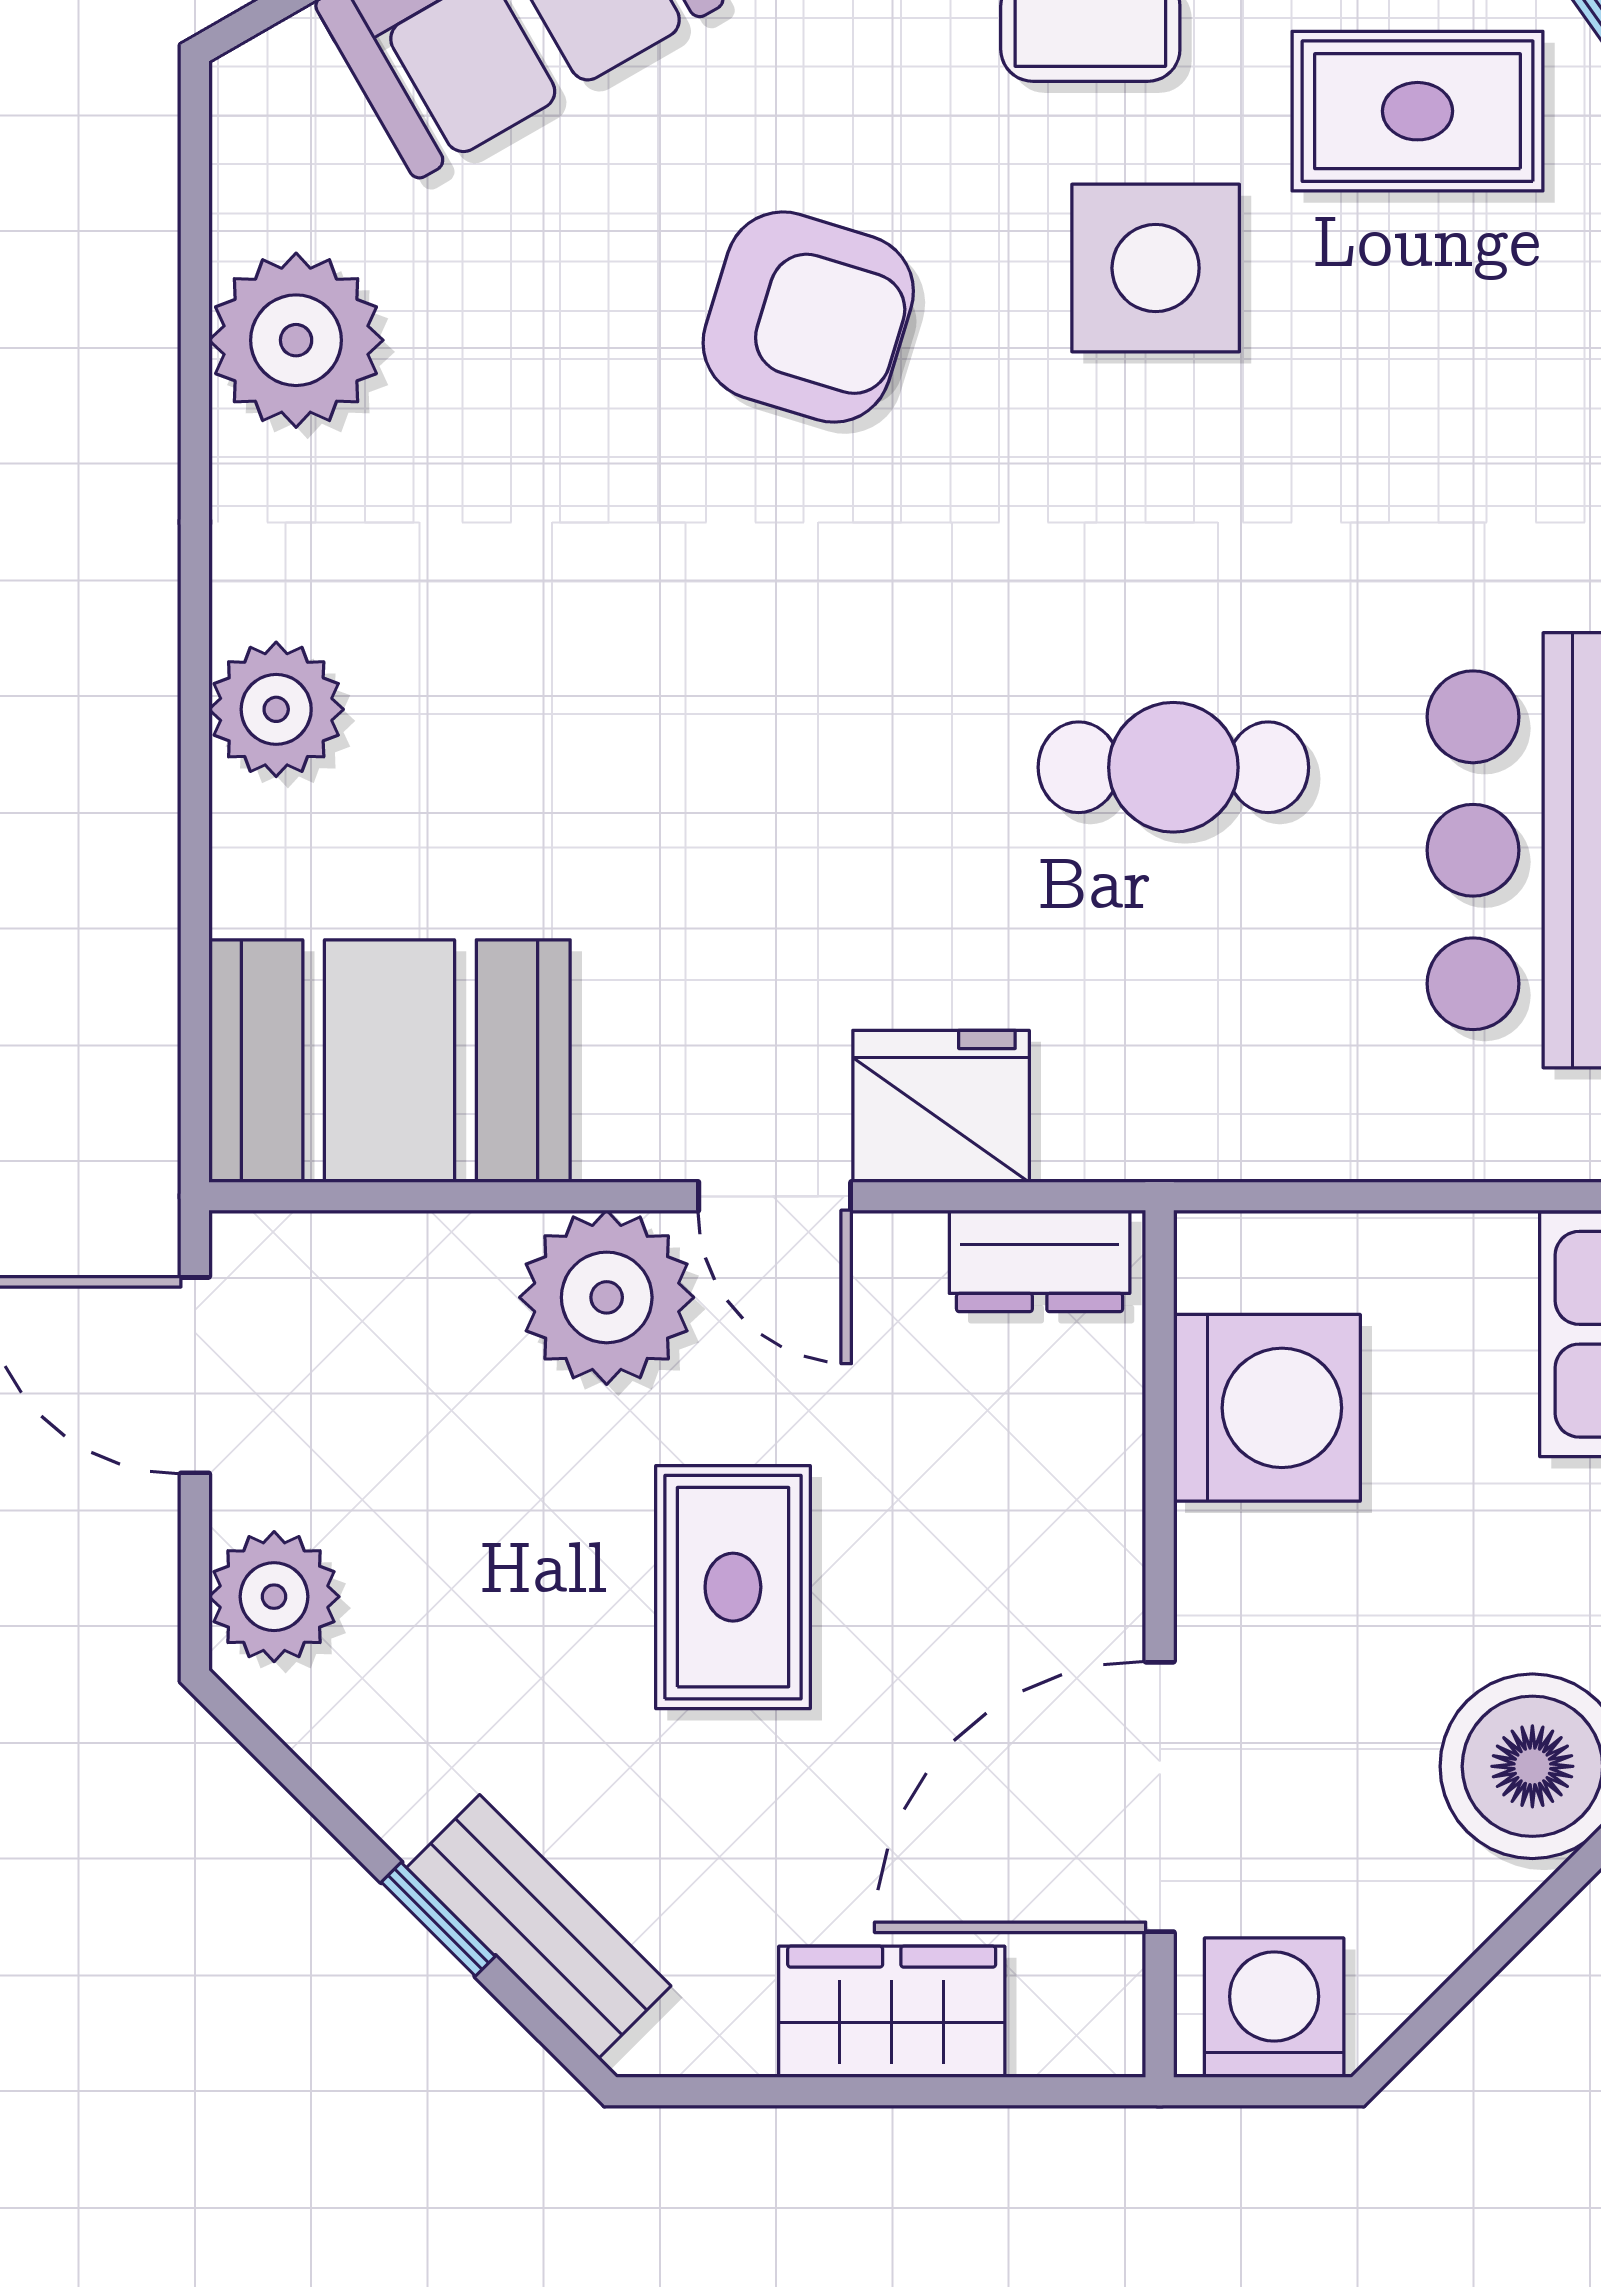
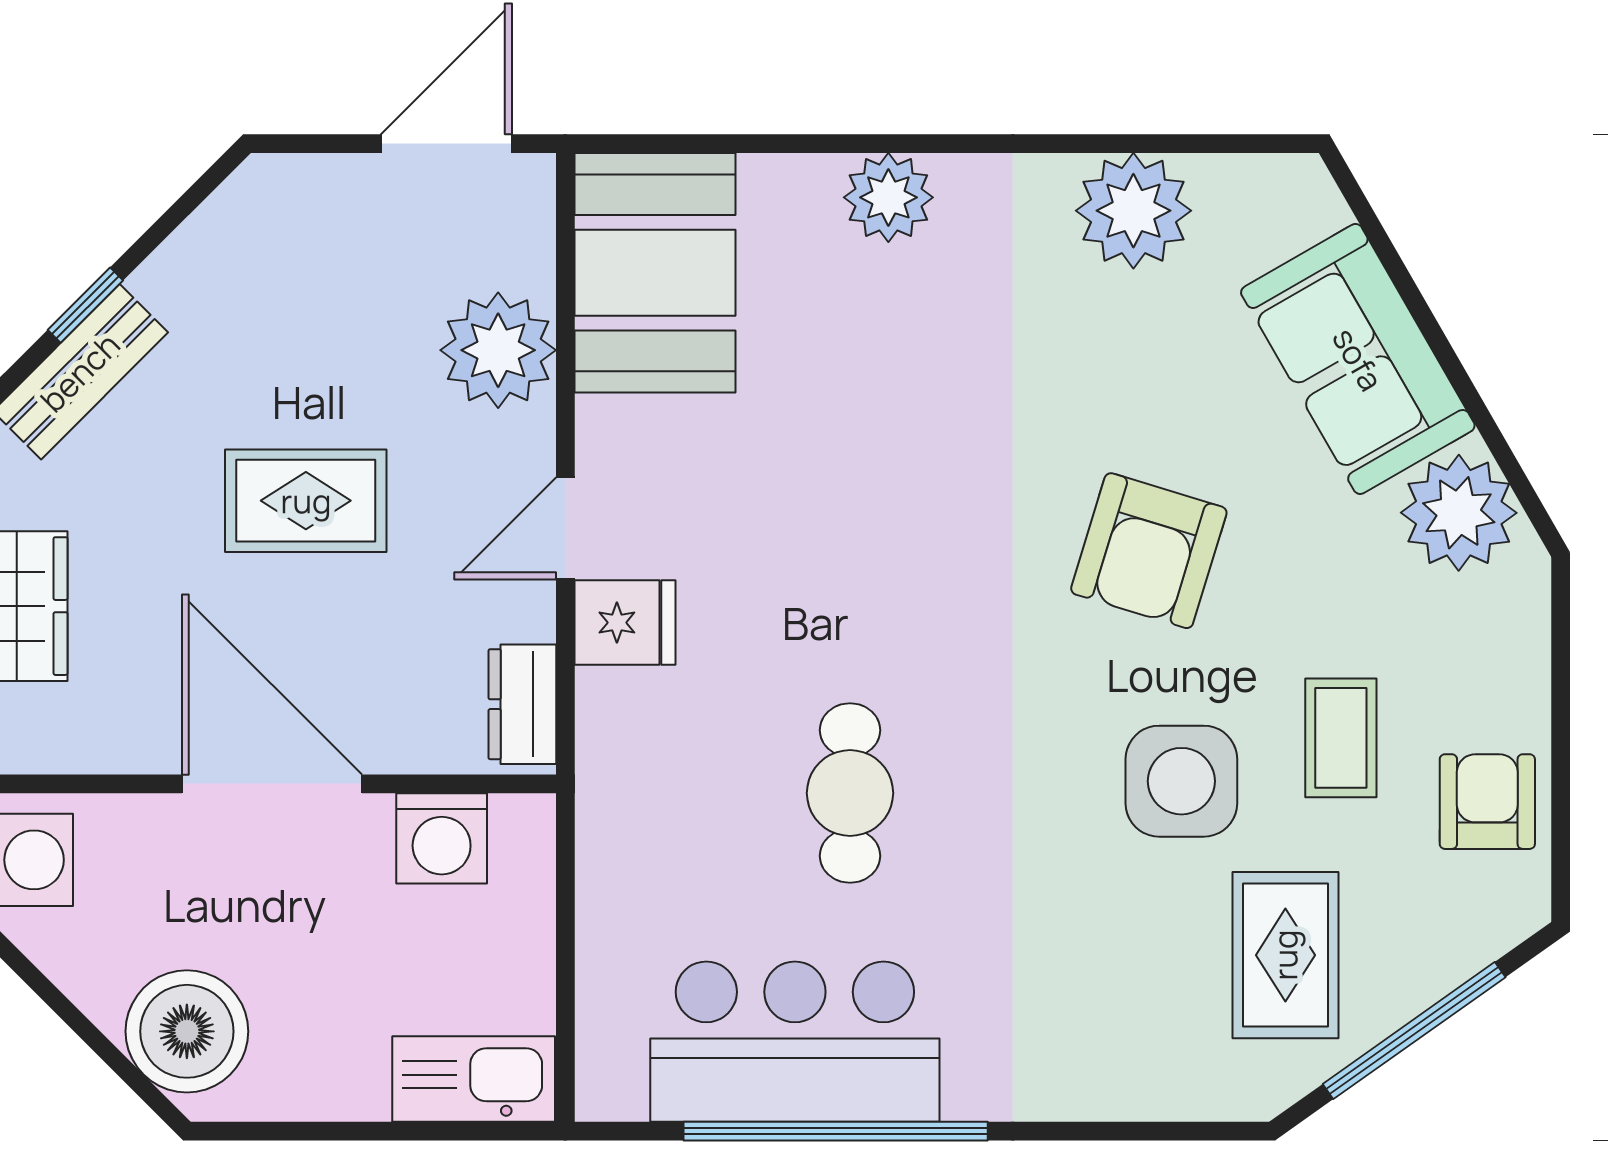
fridge: (941, 1106) -> (625, 623), width x0.72
plant: (607, 1297) -> (498, 350), moved
washing machine: (1267, 1408) -> (442, 838), width x0.73, depth x0.73
plant: (274, 1597) -> (299, 196), removed
door: (1160, 1797) -> (272, 784), moved

